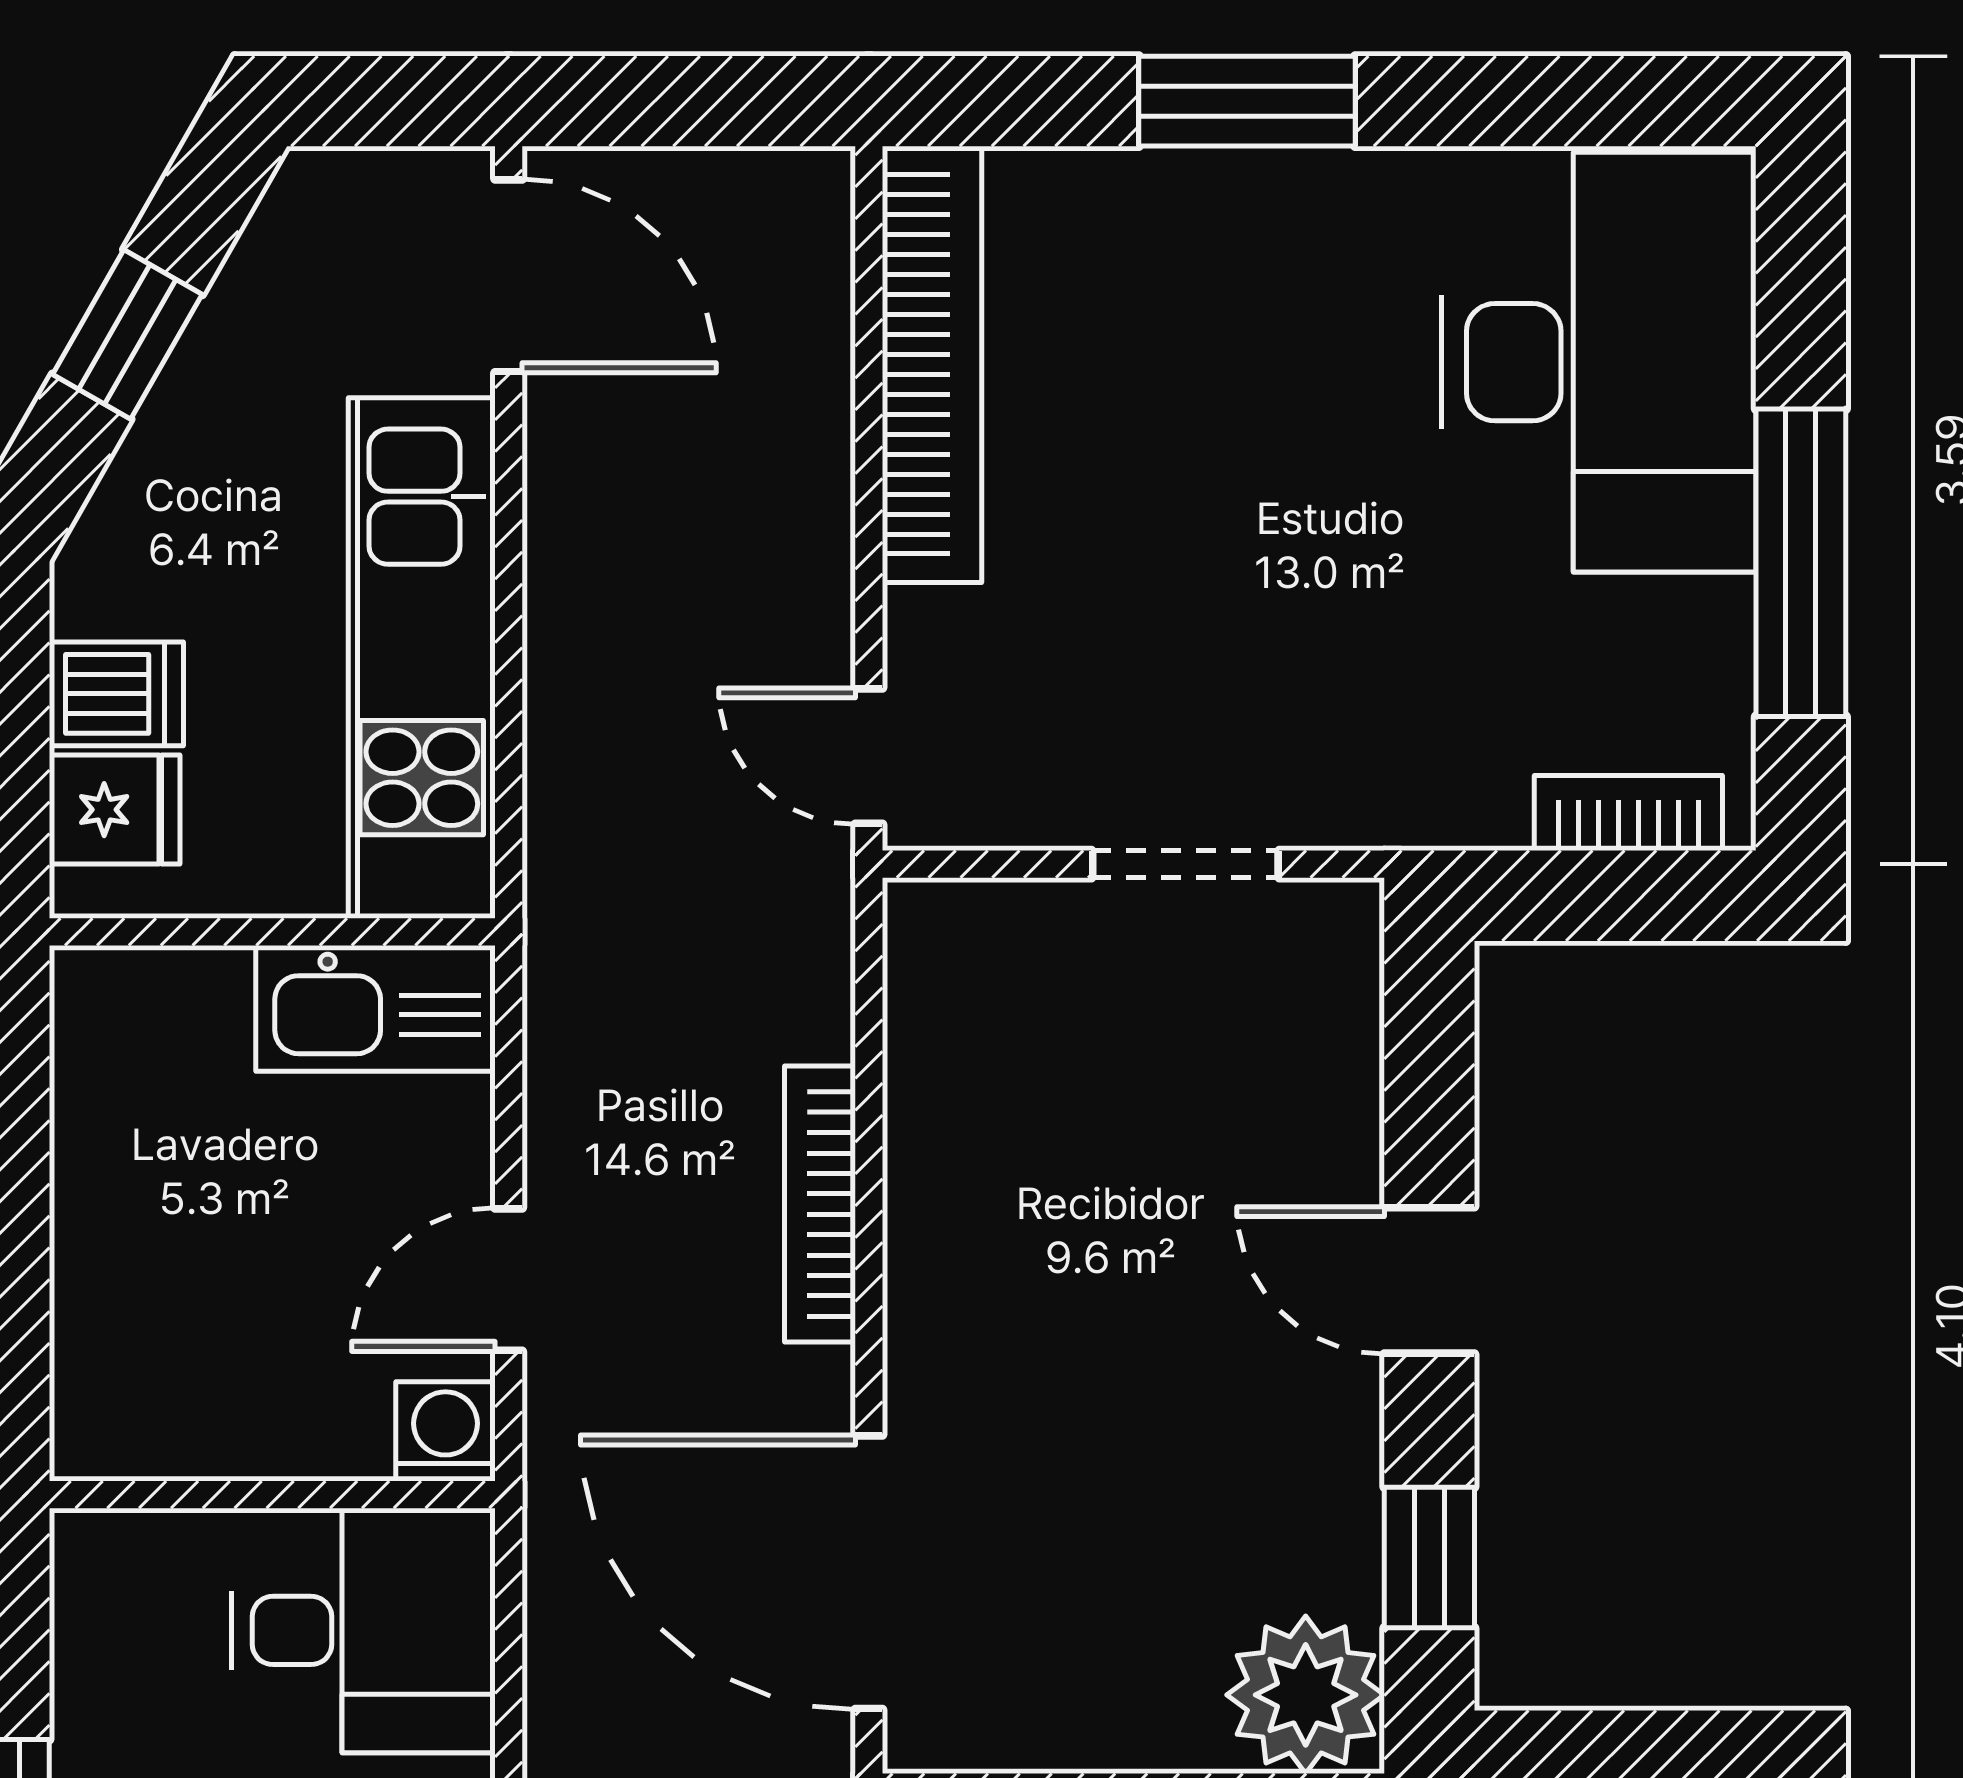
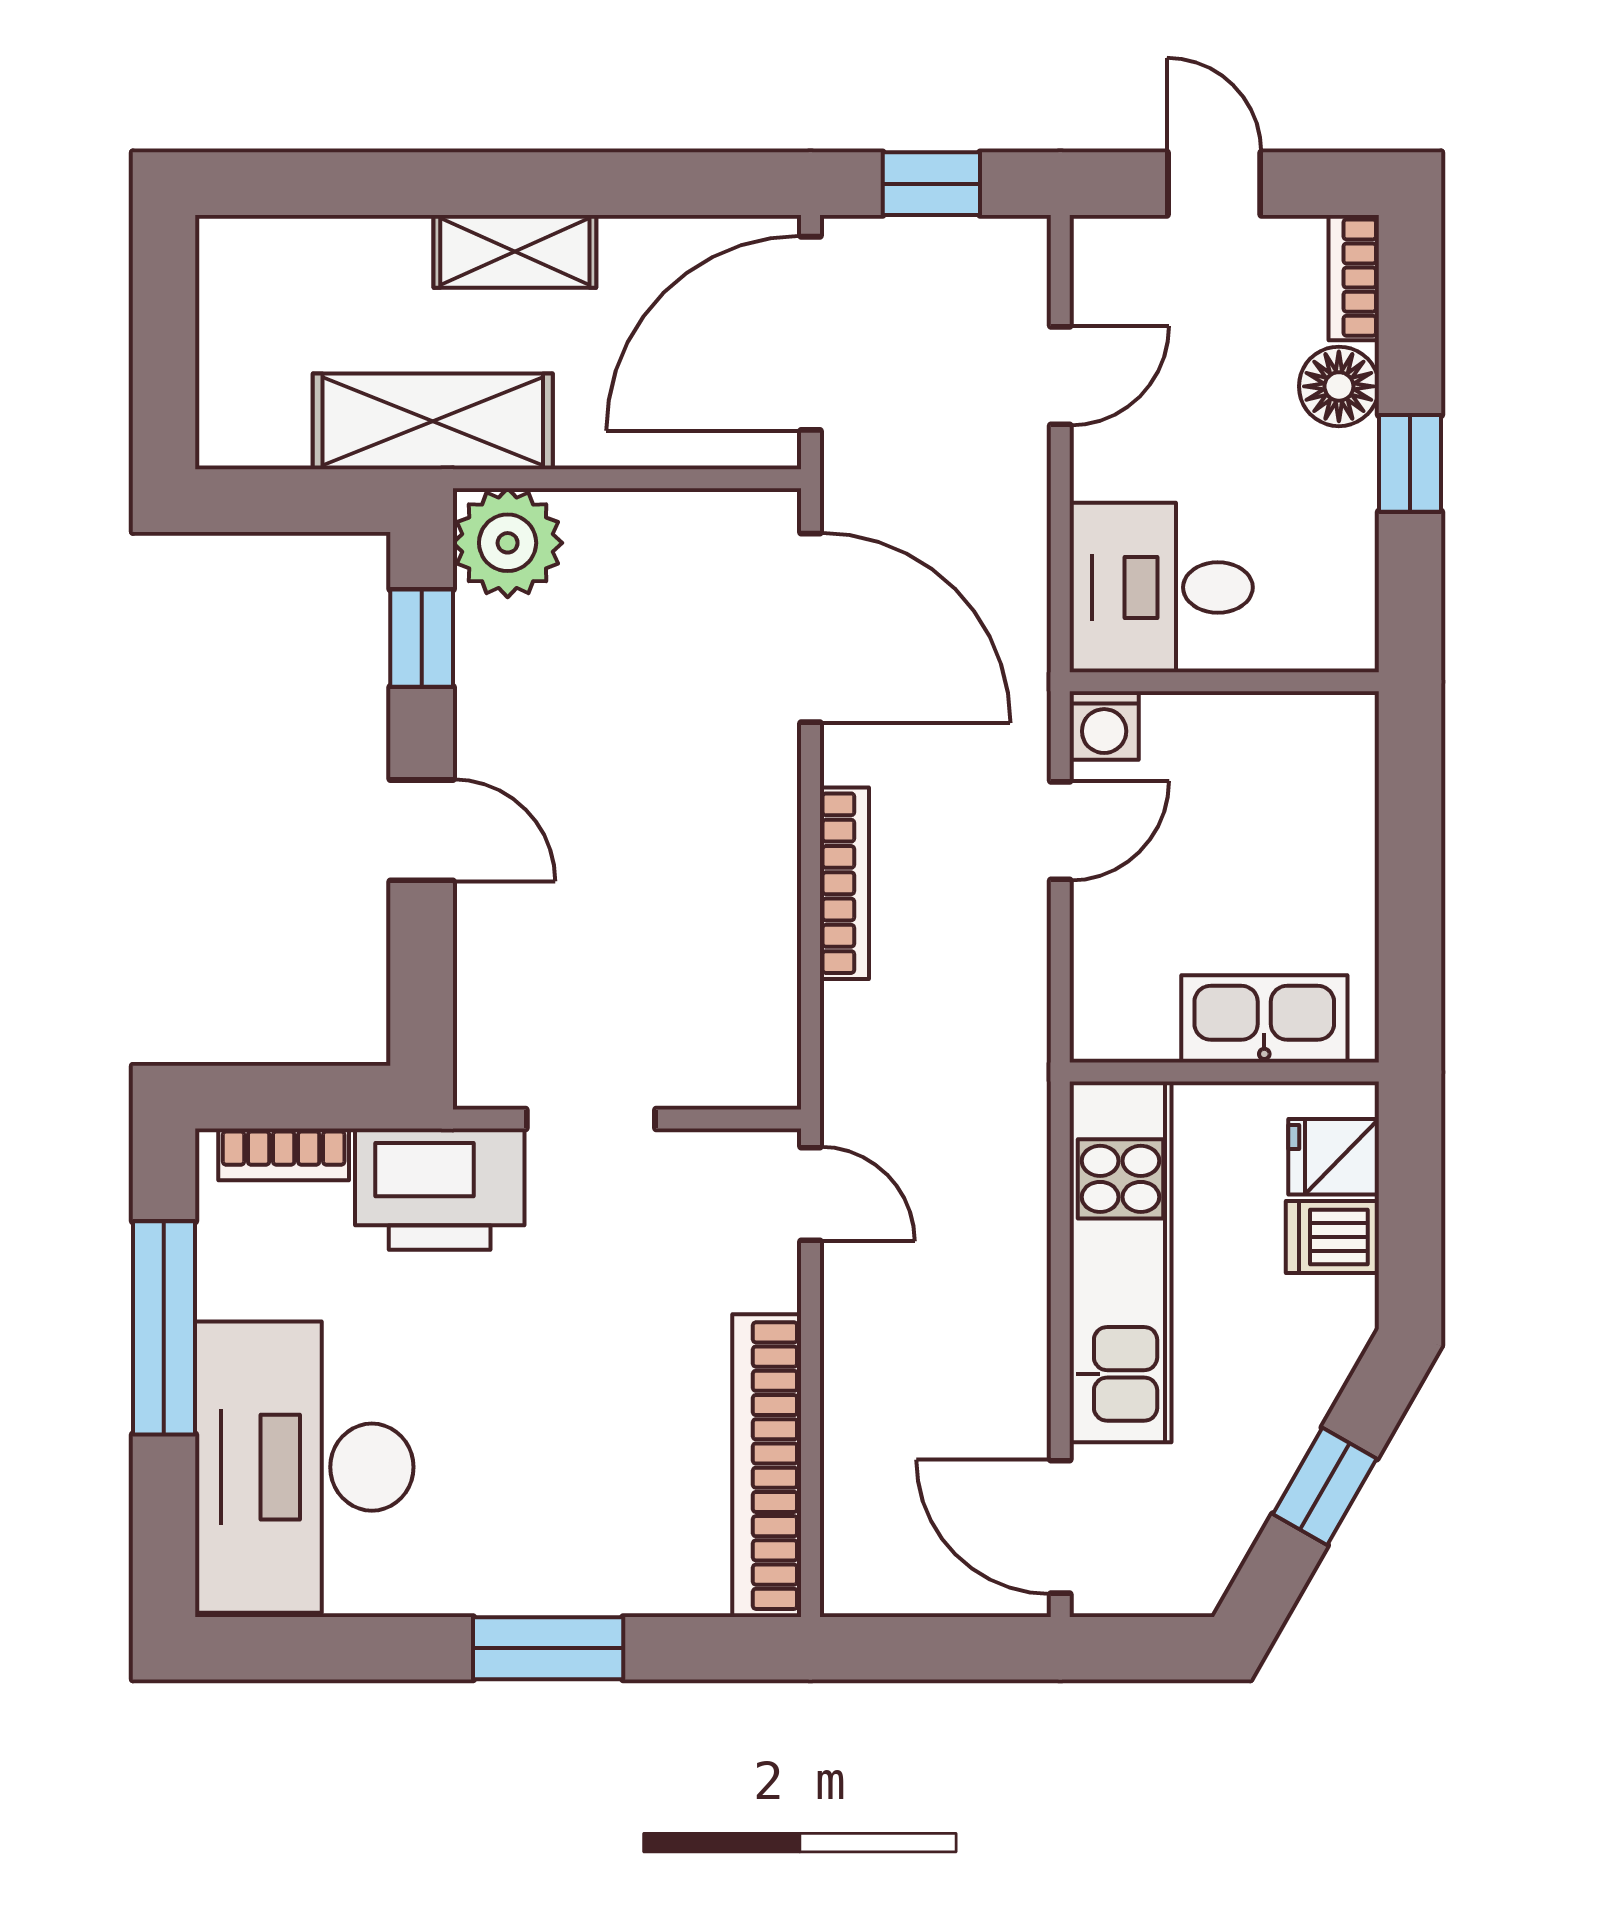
printer: (1403, 763) -> (440, 1189), added
kitchen sink: (376, 1008) -> (1264, 1019), moved

